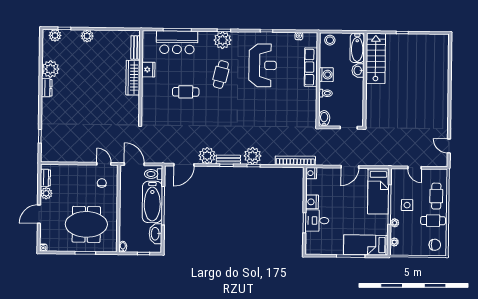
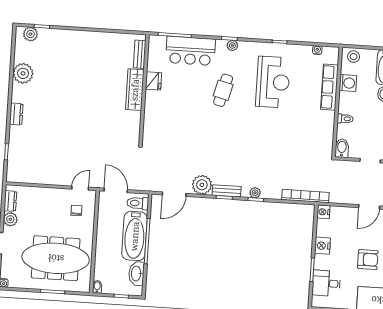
plant: (87, 36) -> (68, 37), removed
plant: (223, 40) -> (232, 45), width x0.53, depth x0.53
bar counter: (177, 42) -> (191, 51), moved
bench: (135, 48) -> (140, 54), moved
fridge: (148, 70) -> (153, 81), moved
washing machine: (326, 75) -> (348, 83), moved
wall: (141, 77) -> (144, 90), moved
wardrobe: (133, 78) -> (135, 90), moved
dresser: (47, 88) -> (16, 114), moved
cafe table: (186, 92) -> (181, 109), removed
plant: (253, 156) -> (255, 193), width x0.53, depth x0.53
door: (104, 164) -> (80, 188), hinge flipped
armchair: (351, 212) -> (368, 260), added
desk: (317, 221) -> (326, 283), moved
meeting table: (86, 224) -> (56, 258), width x1.36

